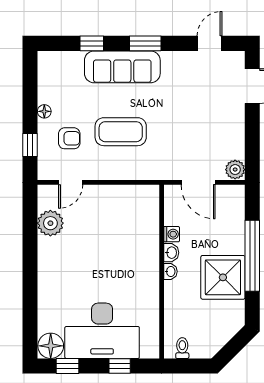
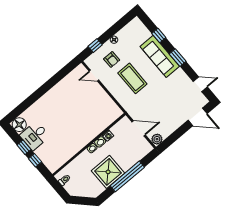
door: (198, 182) -> (139, 128), swing flipped
plant: (50, 223) -> (70, 81), removed
desk: (102, 331) -> (35, 136), width x0.53, depth x0.77
window: (68, 366) -> (24, 147), moved

